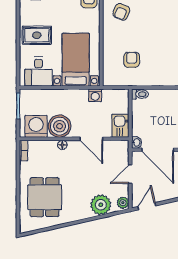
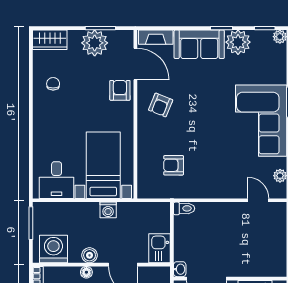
rug: (37, 35) -> (54, 134), removed
armchair: (132, 60) -> (174, 165), turned -90
washing machine: (95, 95) -> (108, 210), moved
boiler: (60, 126) -> (90, 255), width x0.54, depth x0.54

